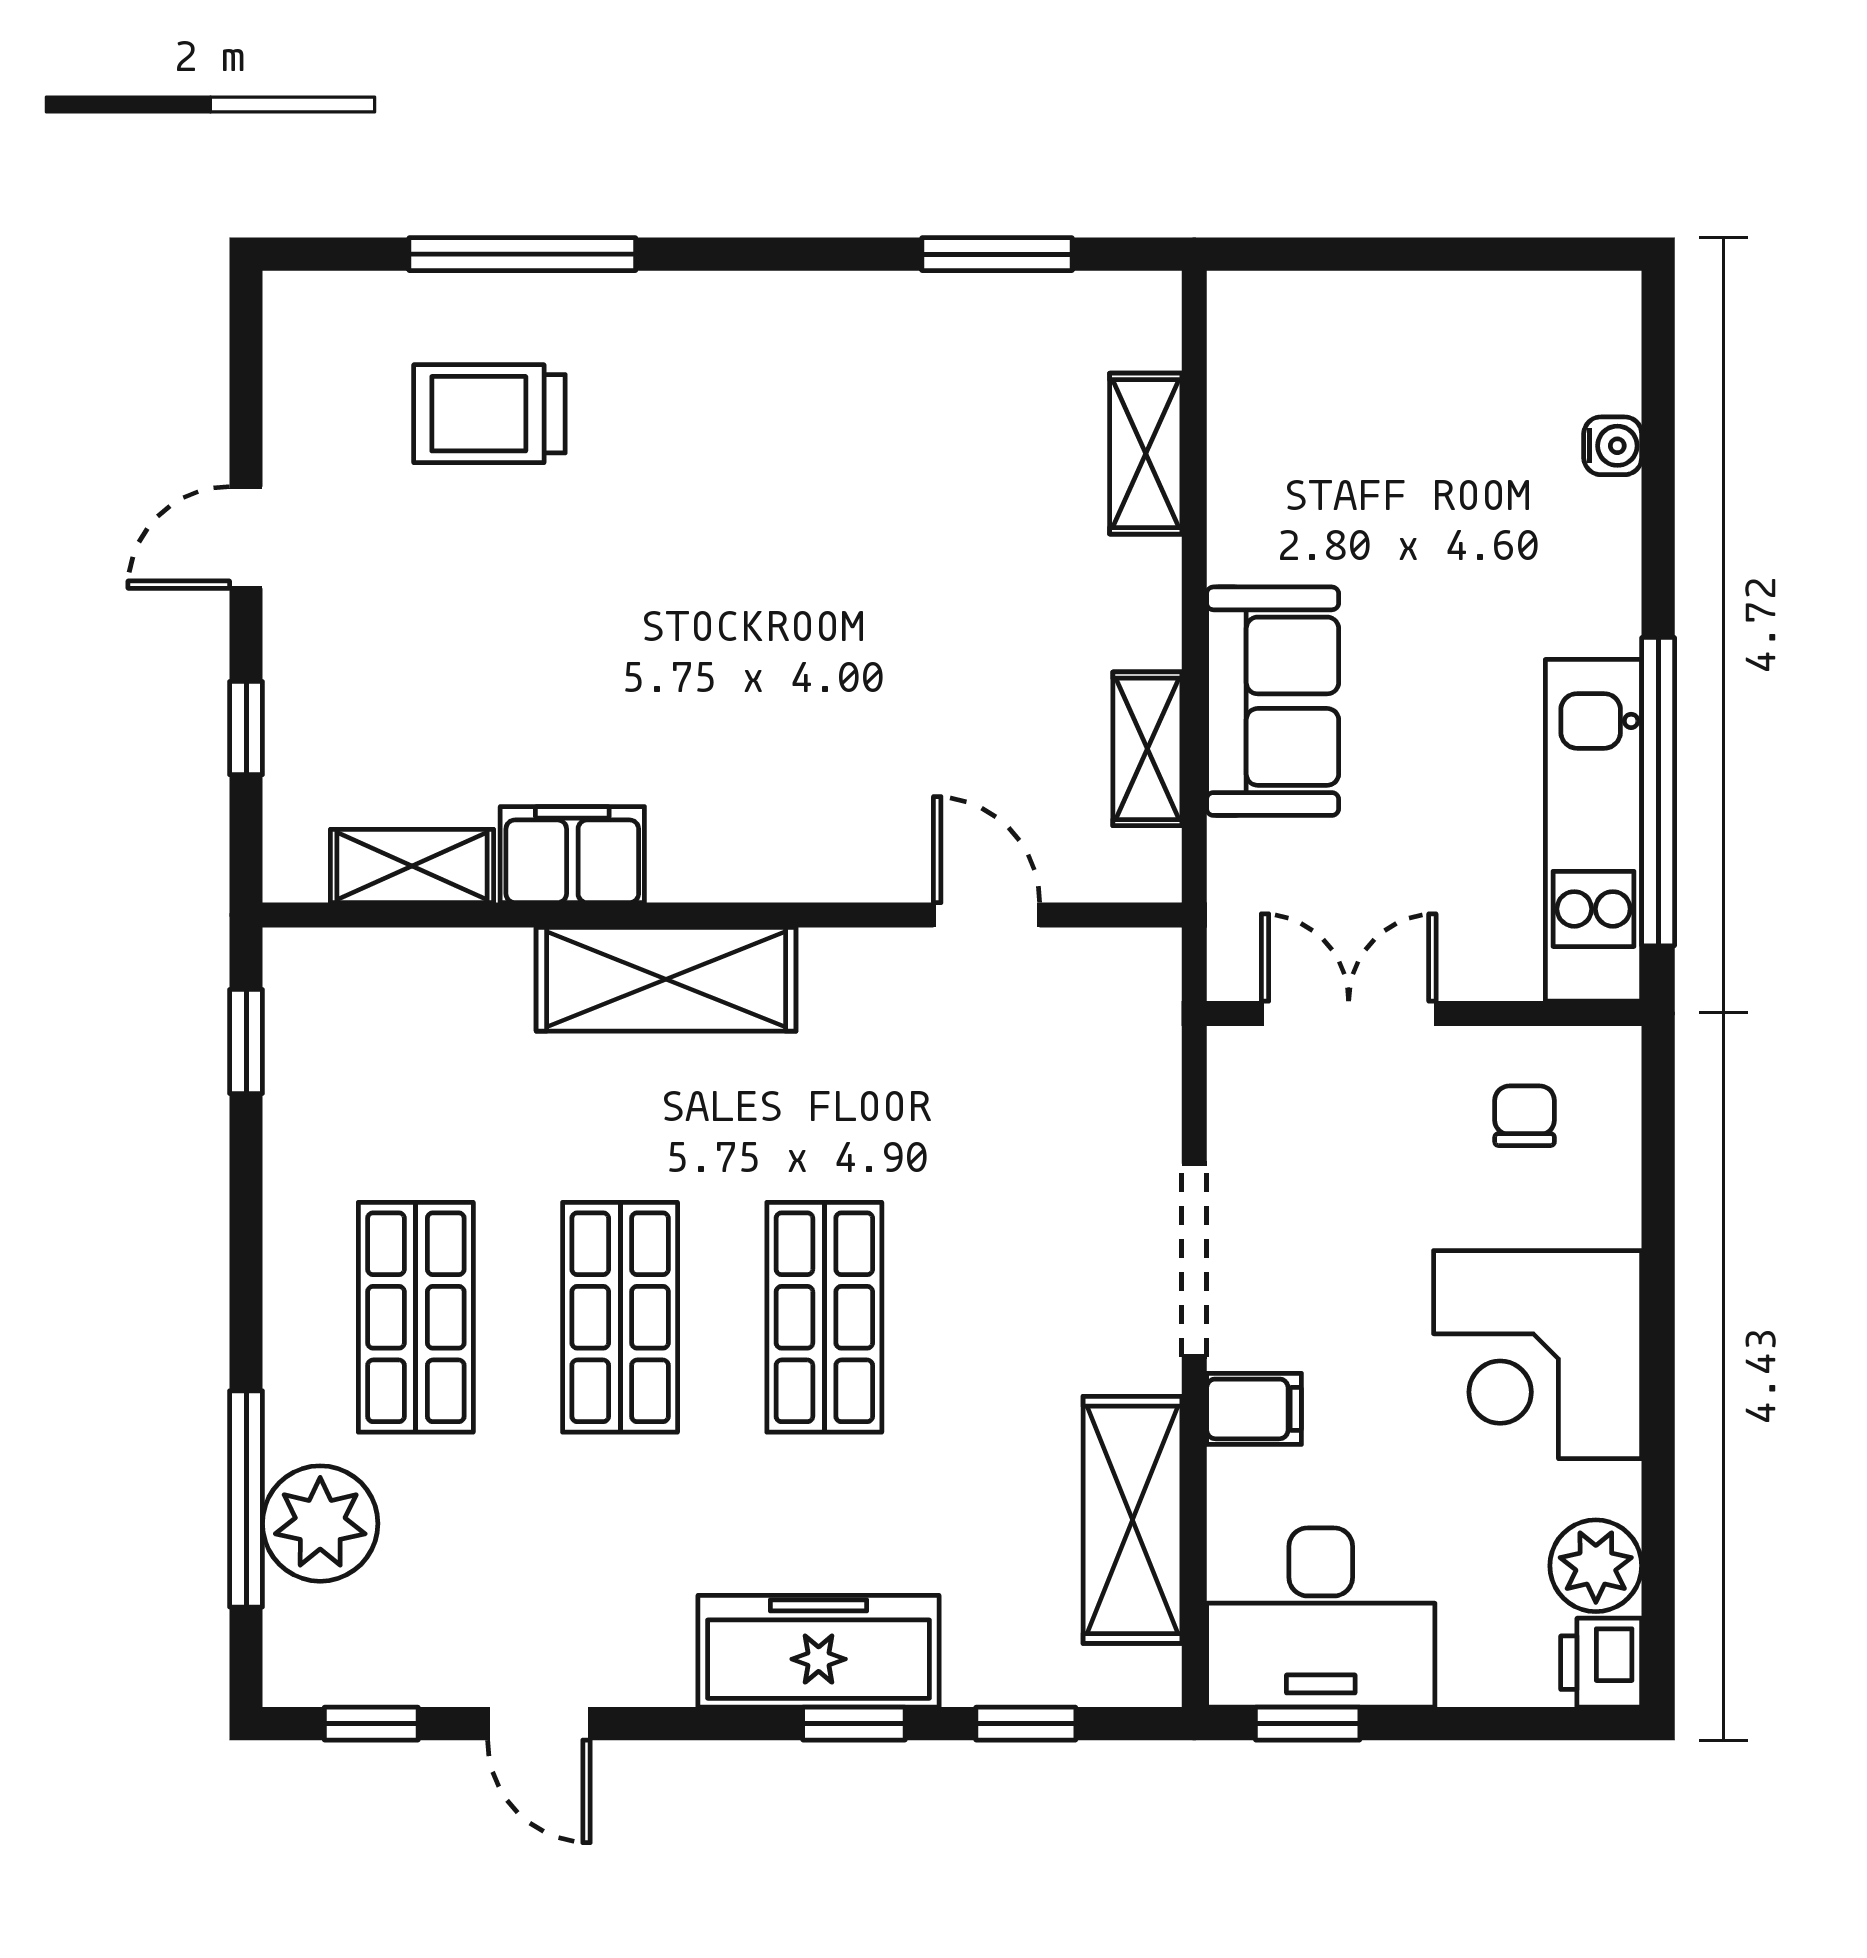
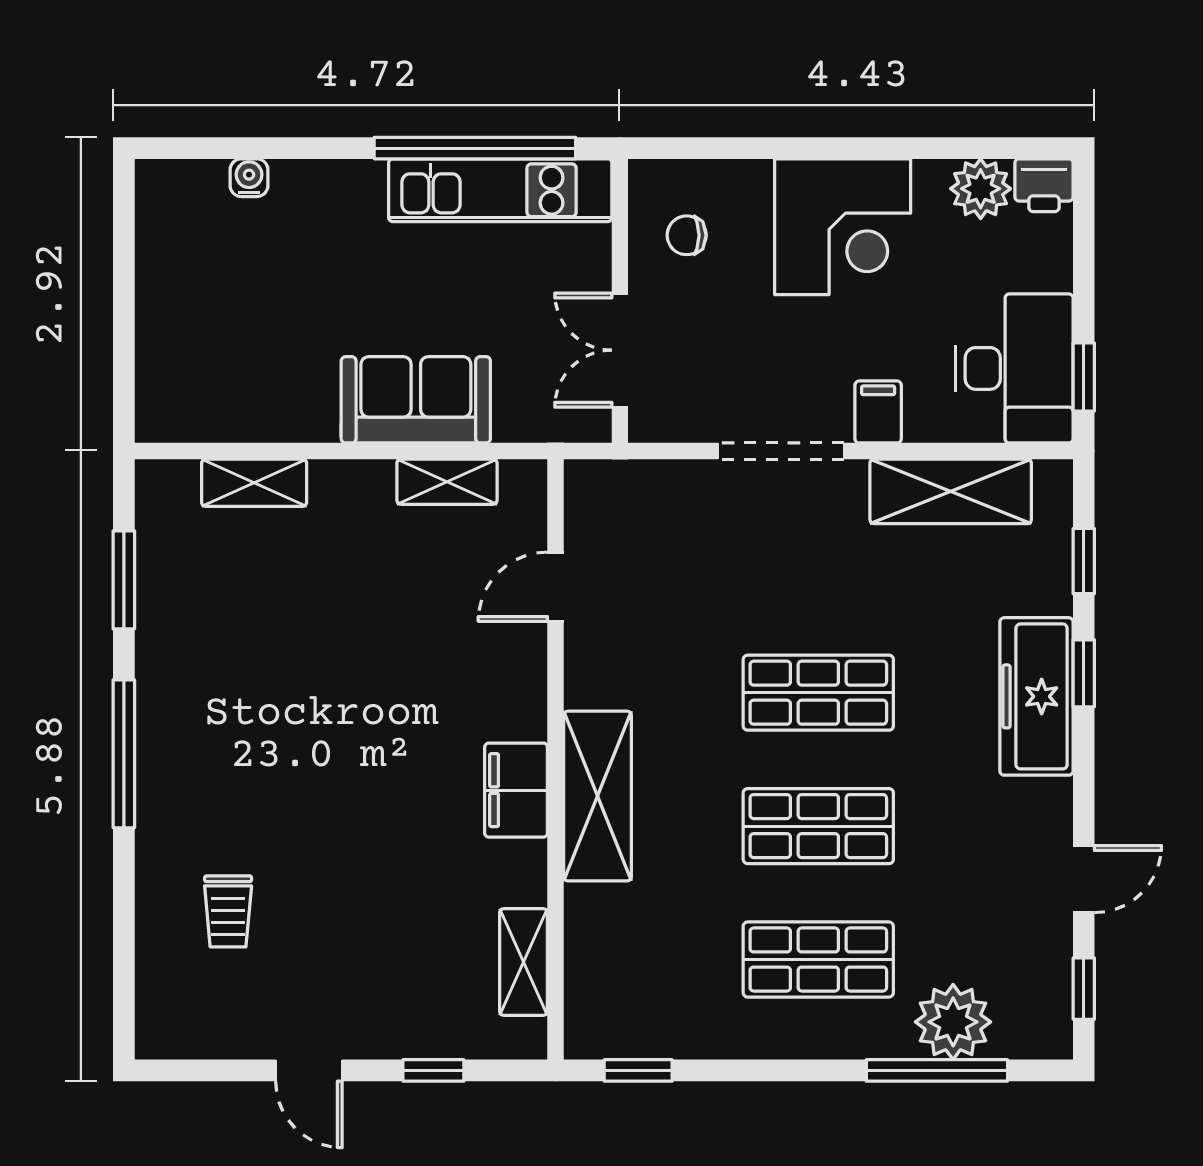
window: (522, 254) -> (124, 754), moved
trolley: (489, 414) -> (228, 911), width x0.73, depth x0.72
filing cabinet: (572, 855) -> (516, 790), moved

